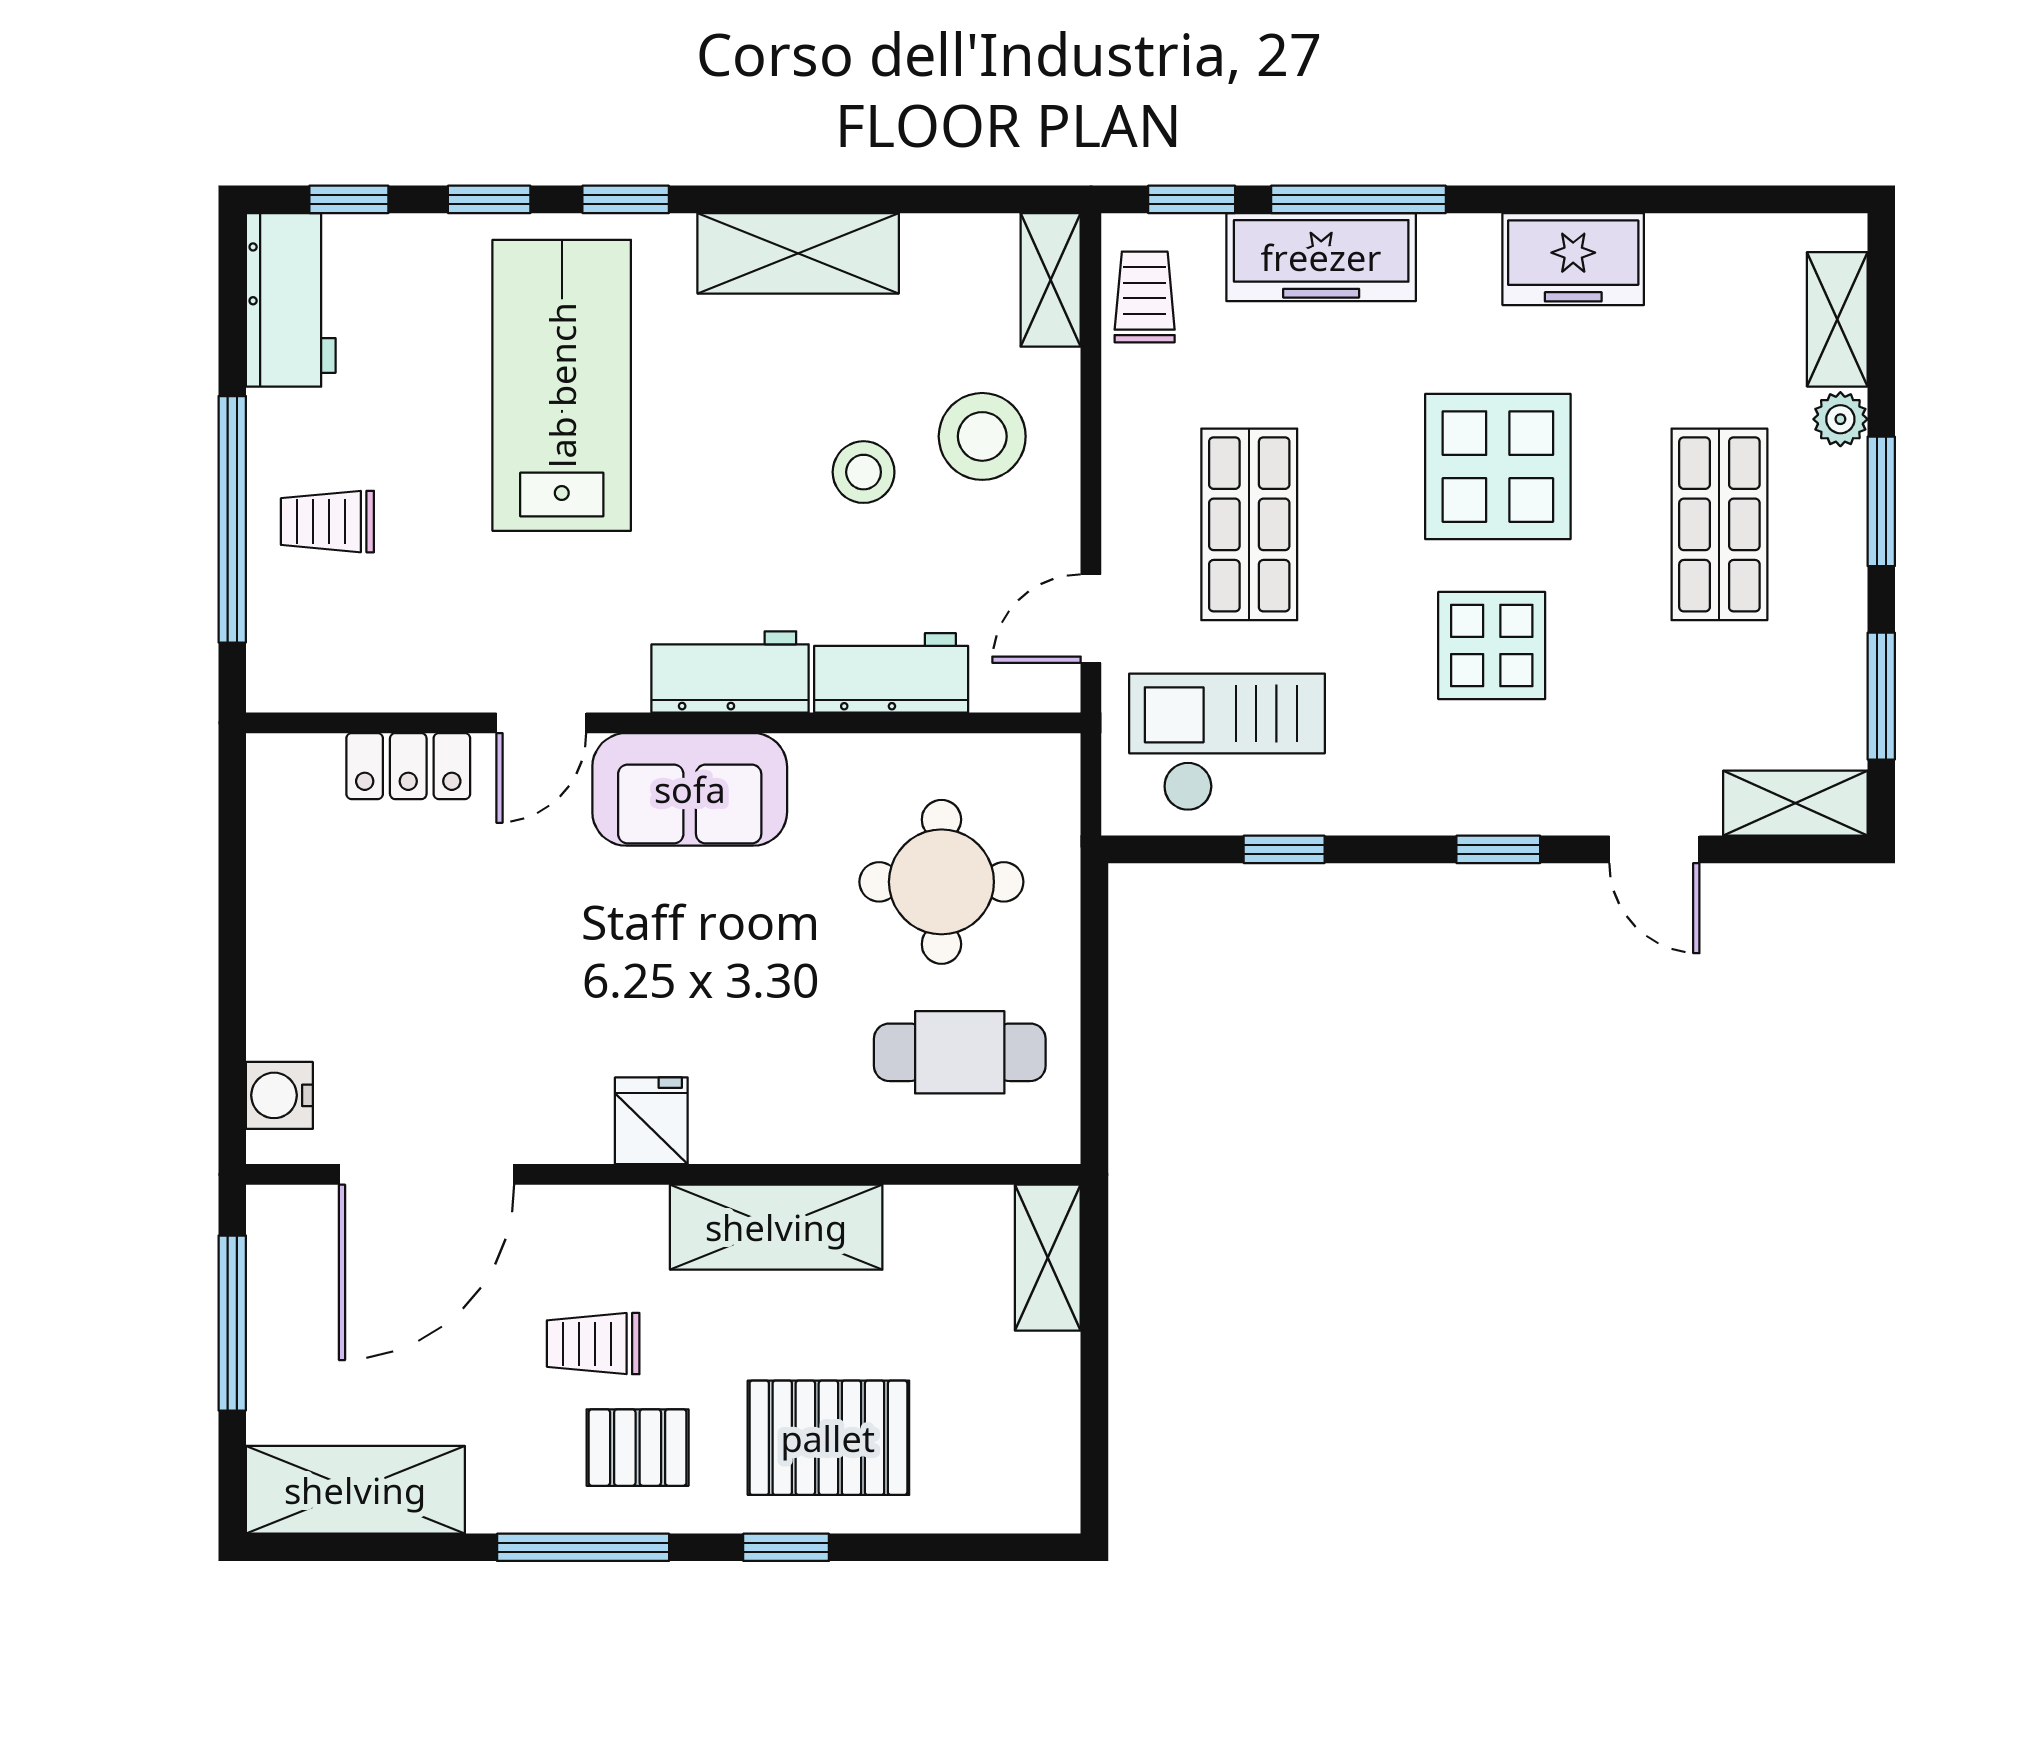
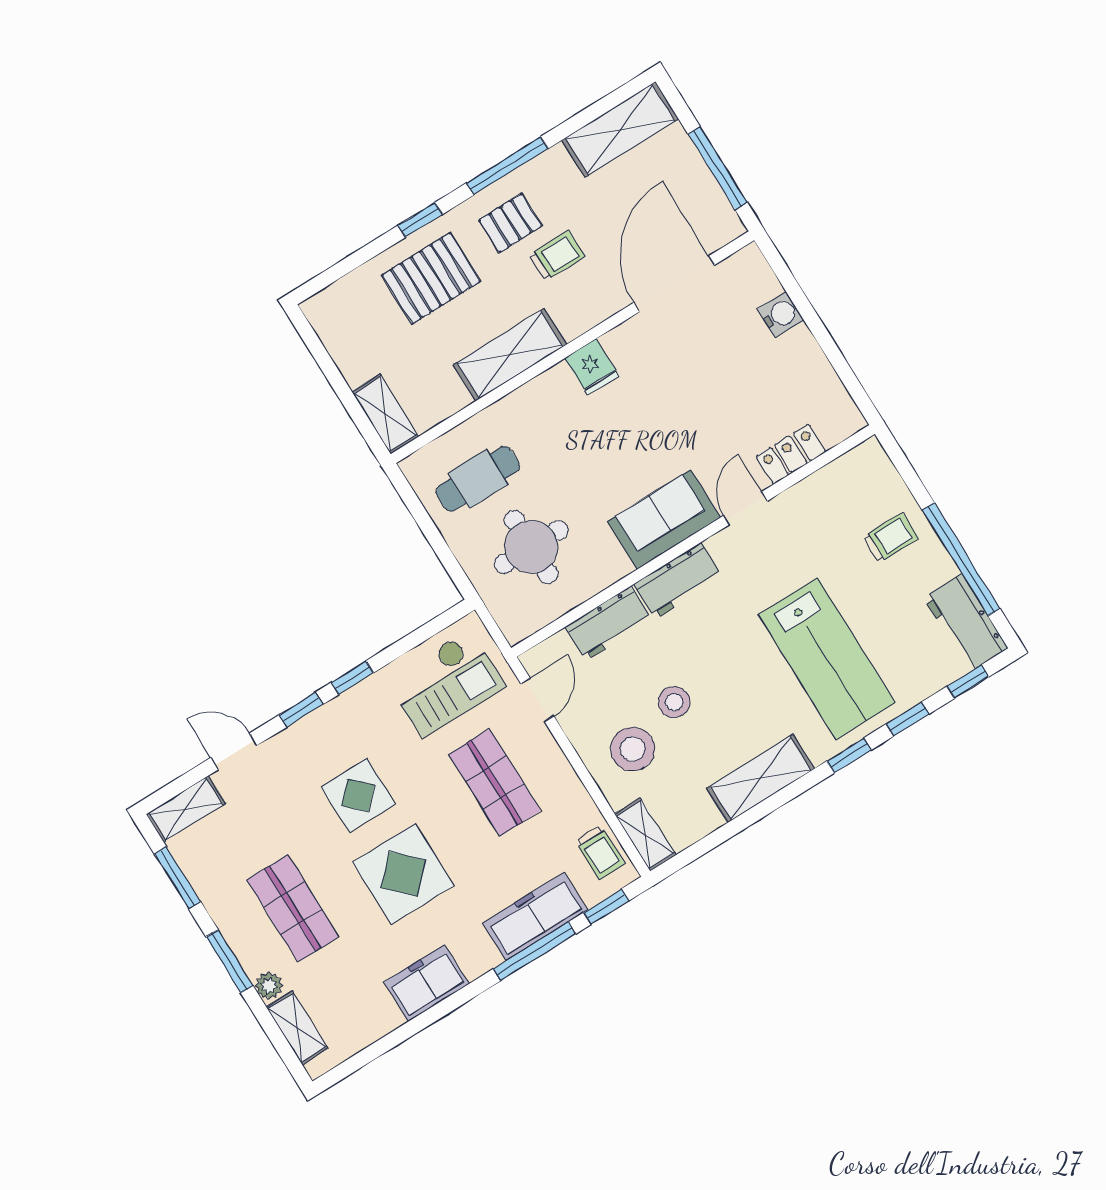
window: (232, 519) -> (961, 559), moved
window: (1284, 849) -> (352, 678), moved
water cooler: (279, 1095) -> (781, 315), moved

